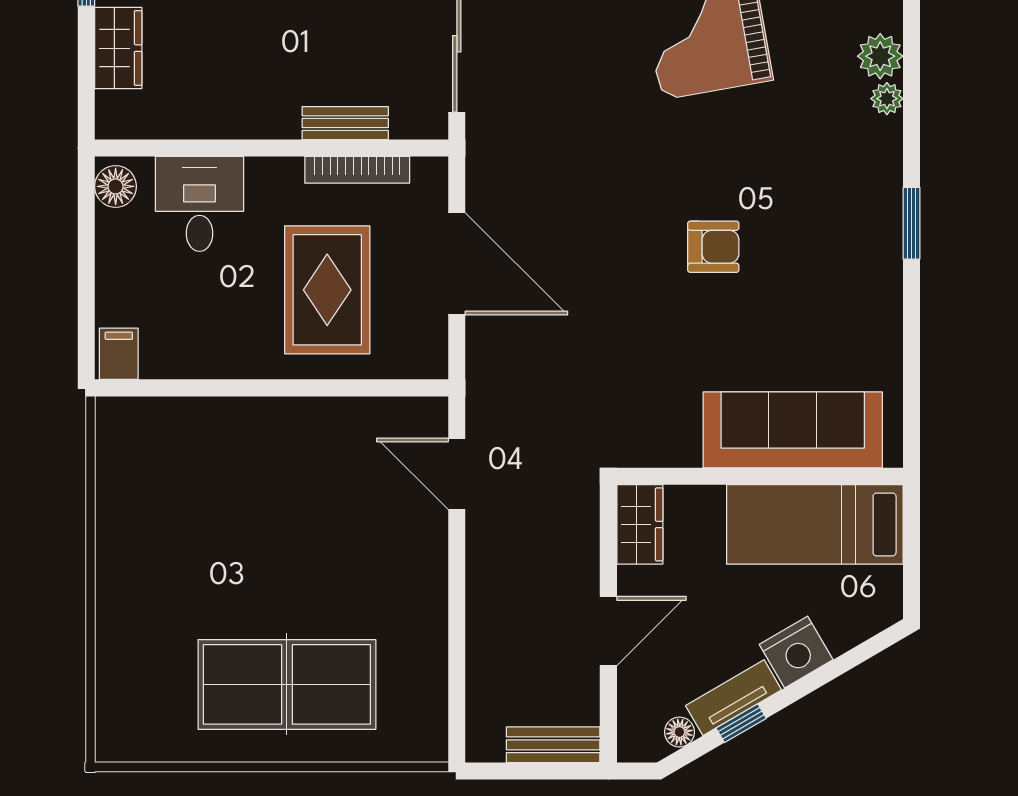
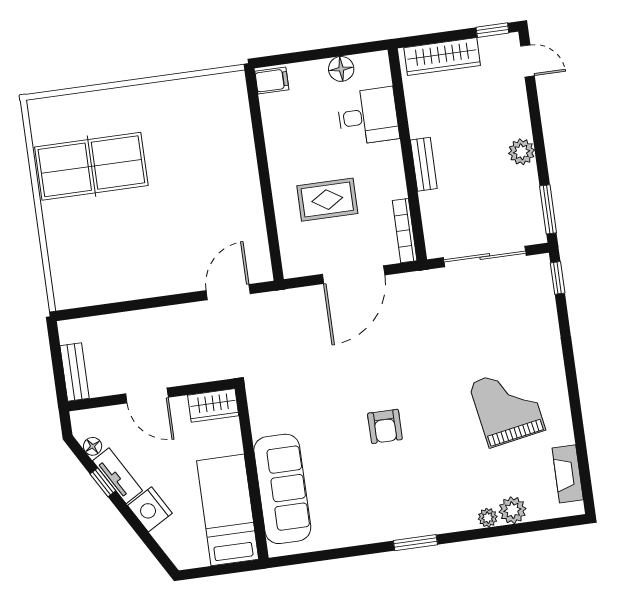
wardrobe: (118, 48) -> (442, 57), width x1.50
bench: (345, 123) -> (424, 164), moved
bookcase: (357, 170) -> (405, 231), moved
floor lamp: (116, 186) -> (341, 69), moved
rug: (327, 290) -> (327, 200), width x0.73, depth x0.70
table tennis table: (287, 684) -> (91, 166), moved, turned 90

